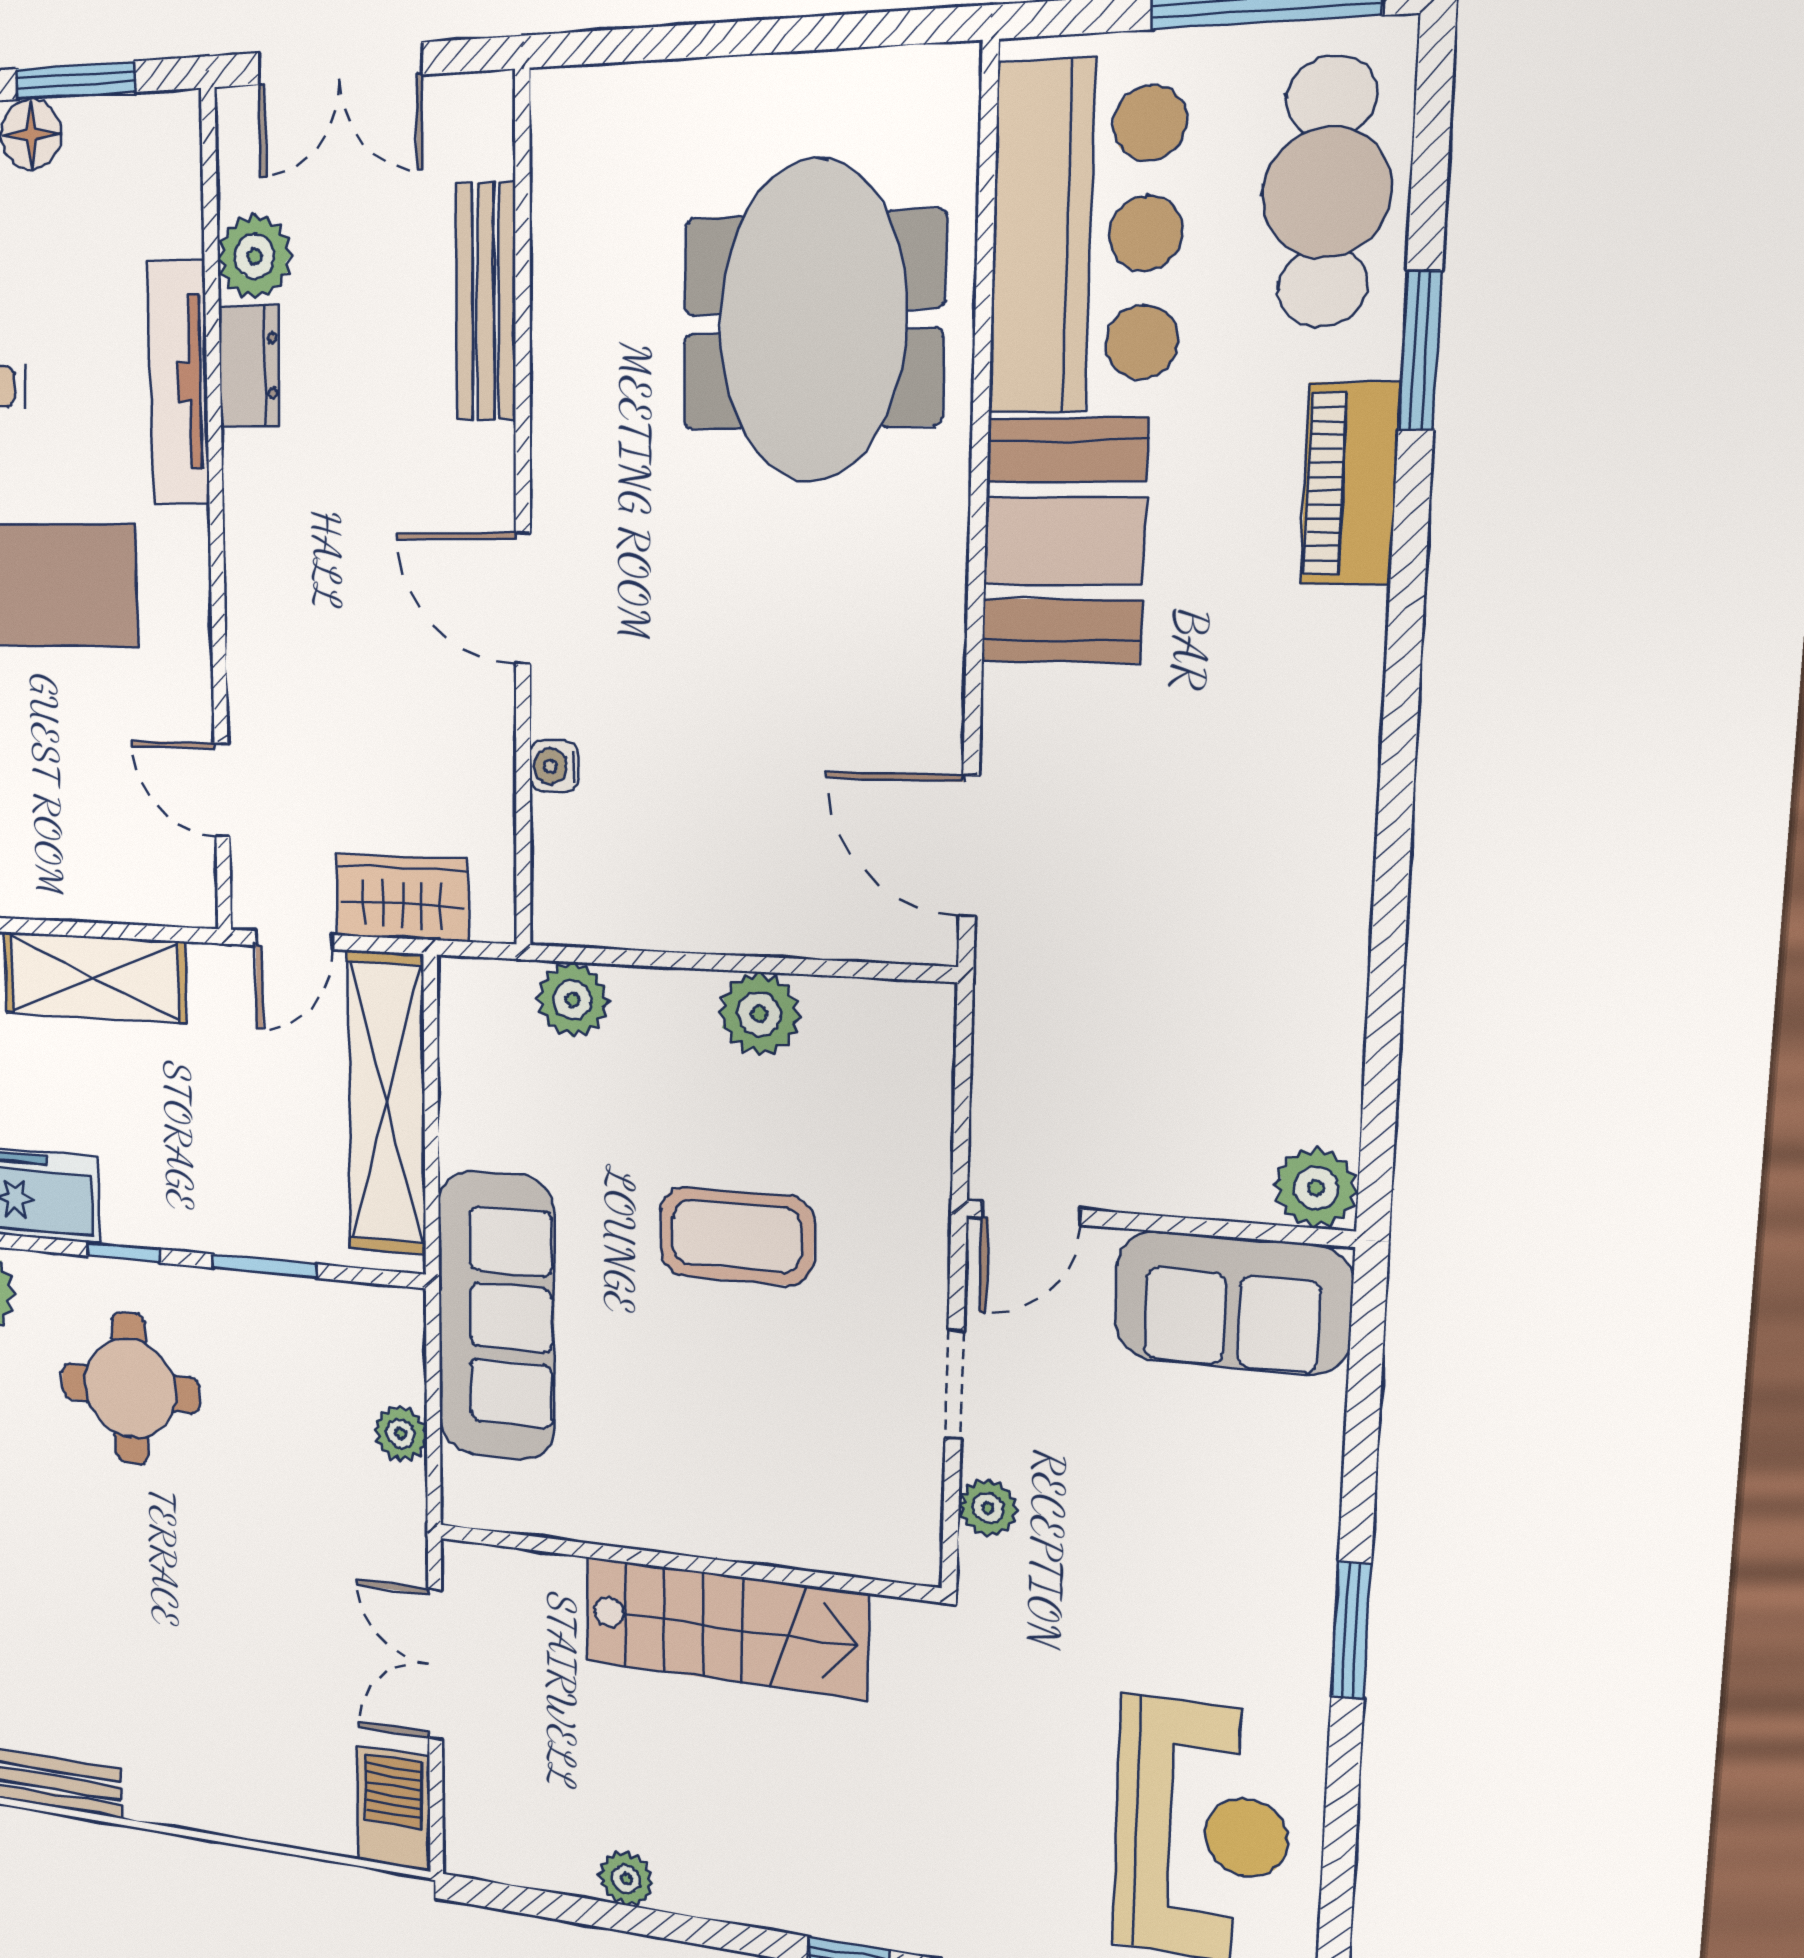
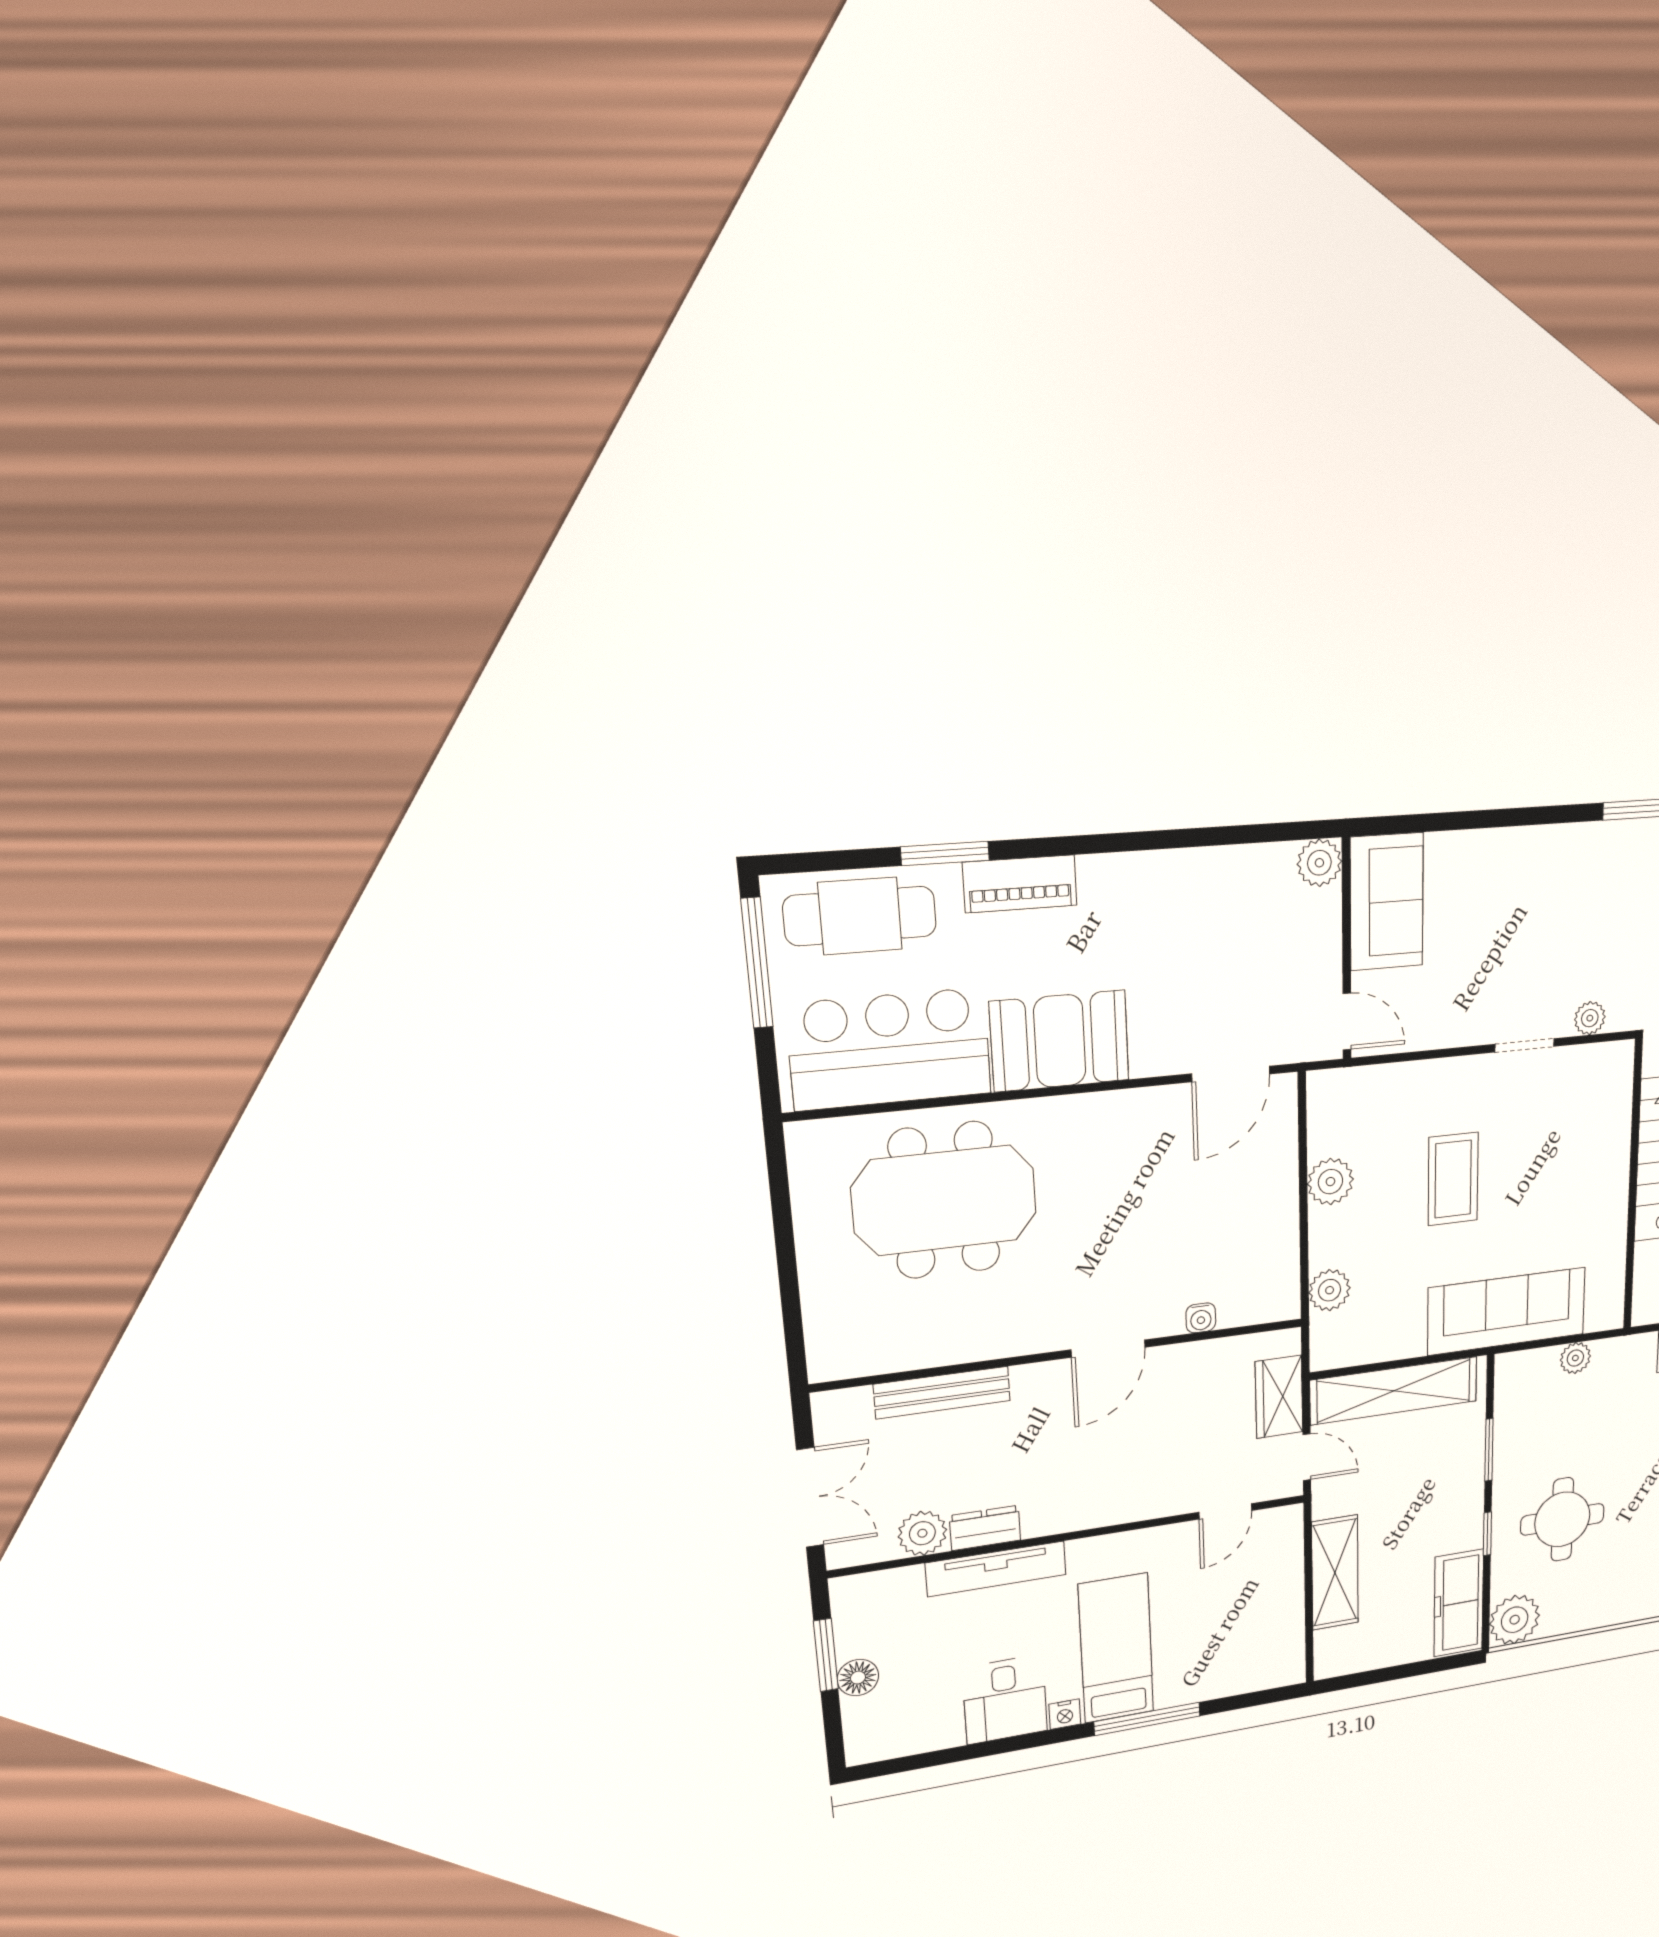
plant: (1316, 1188) -> (1319, 863), moved
door: (1031, 1213) -> (1347, 1021), moved
wall: (1157, 1223) -> (1347, 950), moved
sofa: (1232, 1303) -> (1387, 902), moved

